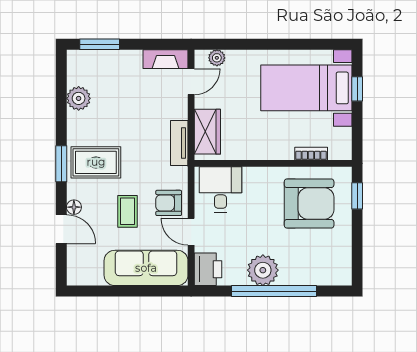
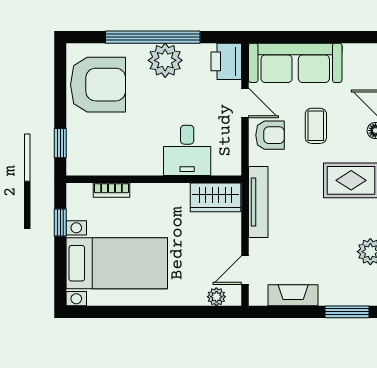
fireplace: (166, 59) -> (293, 295), moved
window: (357, 89) -> (60, 222), moved
wardrobe: (207, 132) -> (215, 197), moved, turned -90
tv unit: (179, 143) -> (258, 202), width x1.41
desk: (220, 189) -> (187, 150), moved
armchair: (309, 203) -> (98, 85), moved, turned 180

